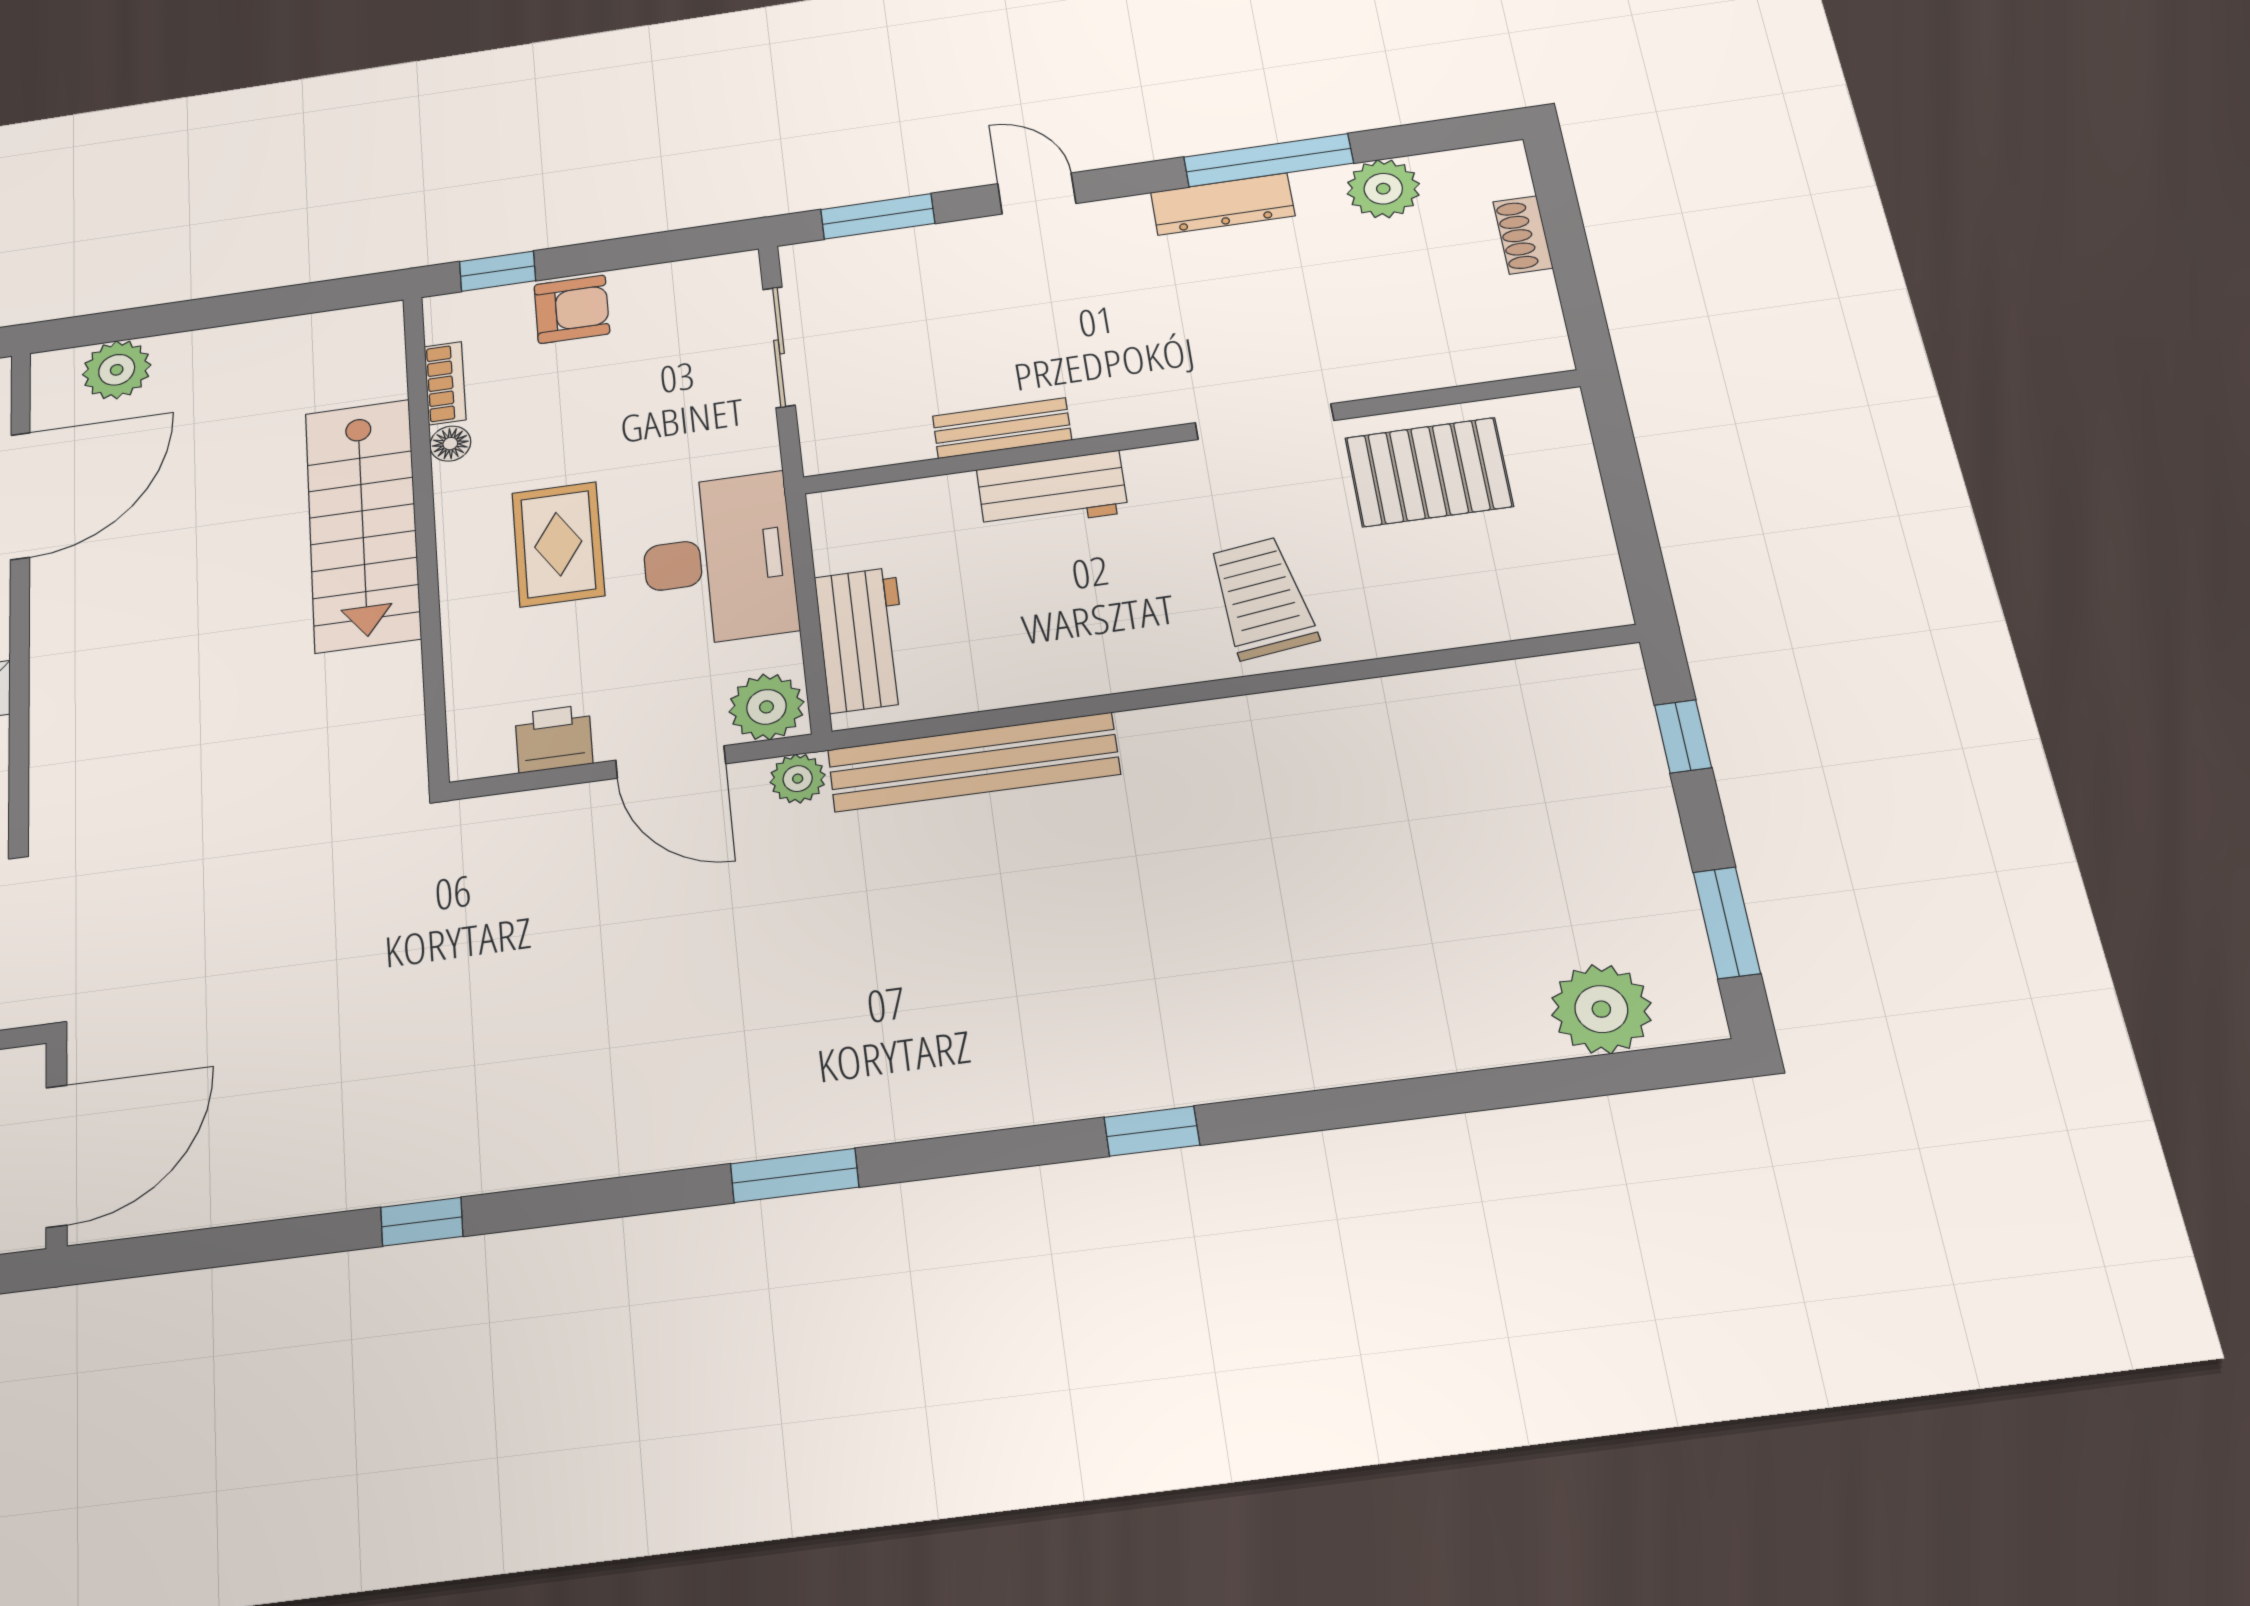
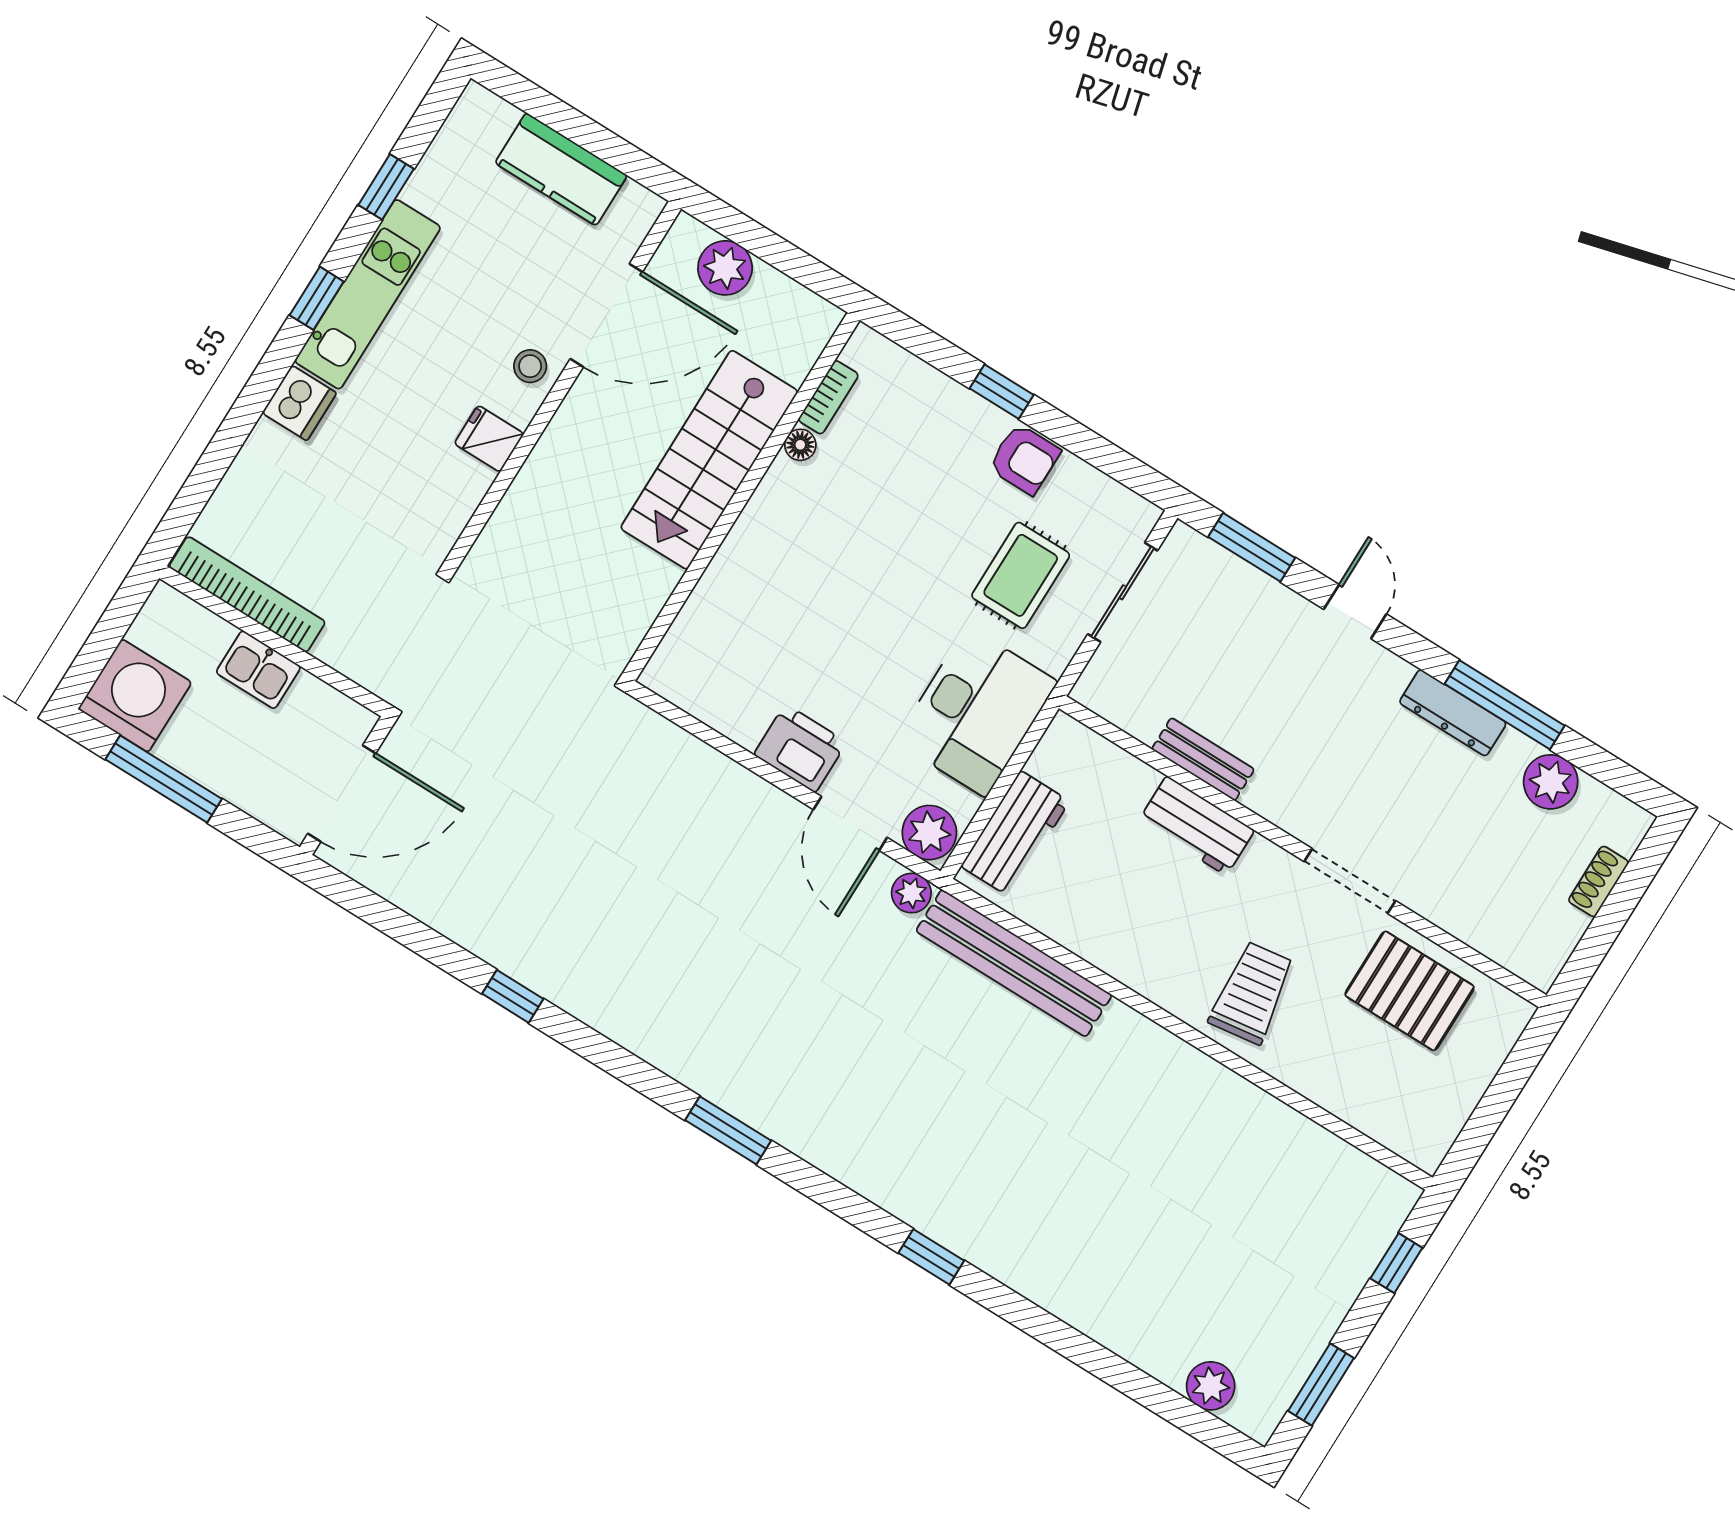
bookcase: (445, 383) -> (828, 397), moved
floor lamp: (450, 444) -> (800, 445), moved
stairs: (363, 525) -> (709, 460), moved
wall: (425, 532) -> (741, 497), moved
rug: (558, 544) -> (1021, 575), moved
printer: (554, 739) -> (800, 748), width x1.36, depth x1.24
plant: (1601, 1009) -> (1211, 1386), width x0.73, depth x0.73

